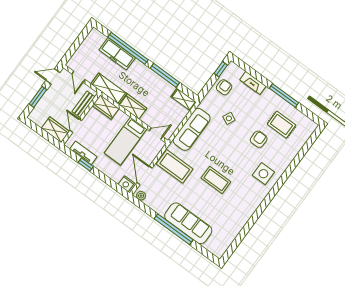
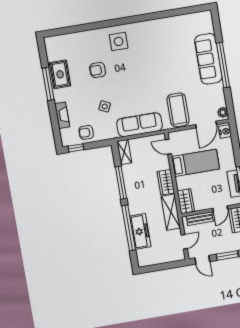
rug: (282, 125) -> (60, 74), moved
coffee table: (216, 180) -> (158, 71), removed

